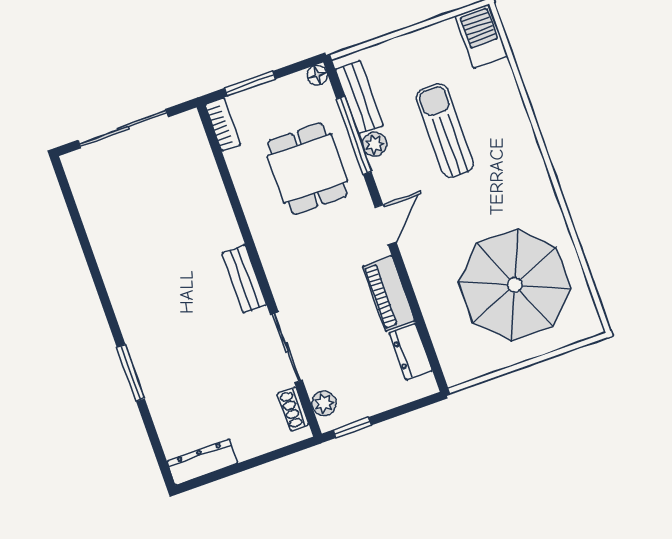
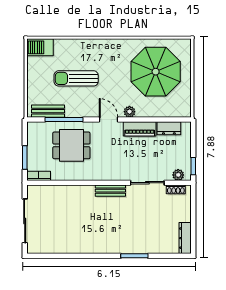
floor lamp: (317, 75) -> (32, 126), removed
plant: (375, 144) -> (130, 112), moved

